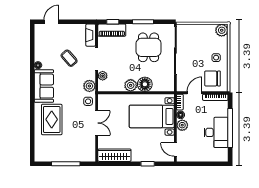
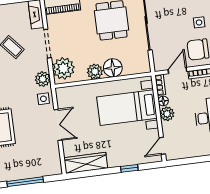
plant: (103, 76) -> (63, 68), width x1.88, depth x1.88
door: (175, 150) -> (162, 146), hinge flipped

